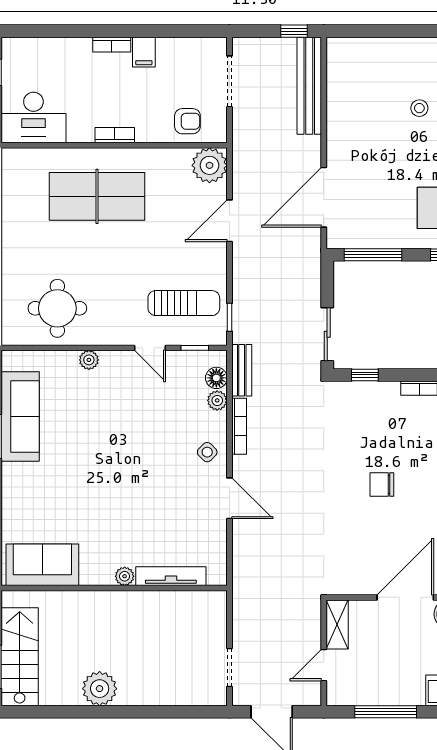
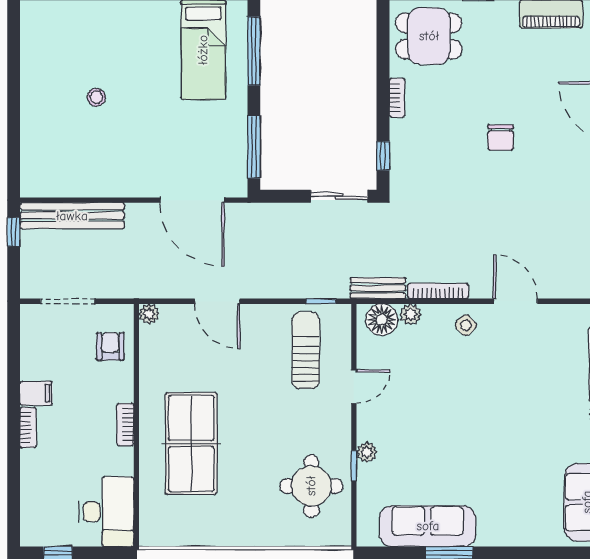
plant: (209, 165) -> (149, 314), width x0.53, depth x0.53
window: (195, 348) -> (354, 466), moved
floor lamp: (216, 378) -> (382, 320), width x1.38, depth x1.38
door: (229, 498) -> (515, 301), hinge flipped

